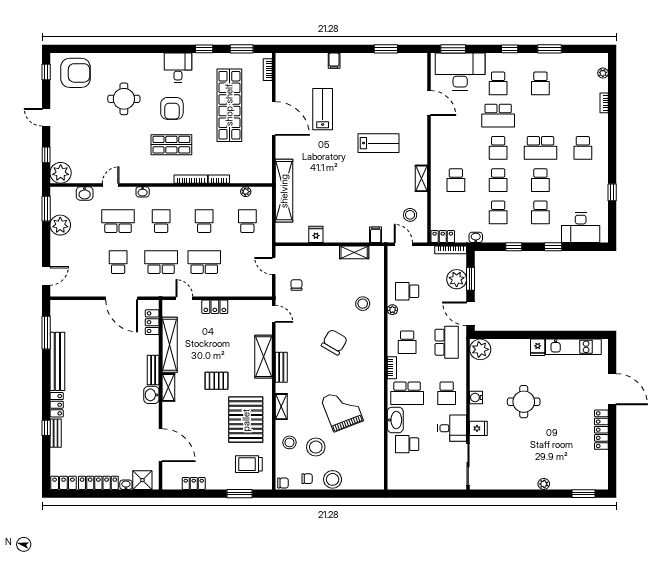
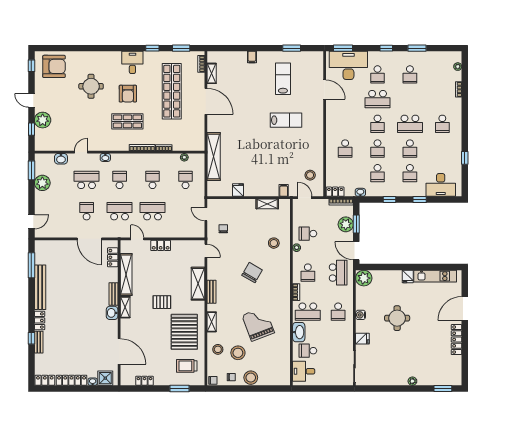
lab bench: (323, 109) -> (283, 79), moved
plant: (61, 173) -> (43, 120), moved
shelving: (421, 178) -> (212, 73), moved
door: (612, 389) -> (465, 309), swing flipped
desk: (452, 428) -> (304, 371), moved, turned 180

